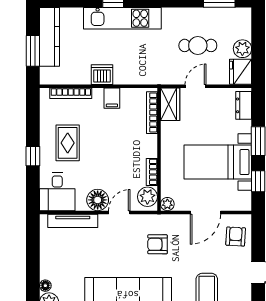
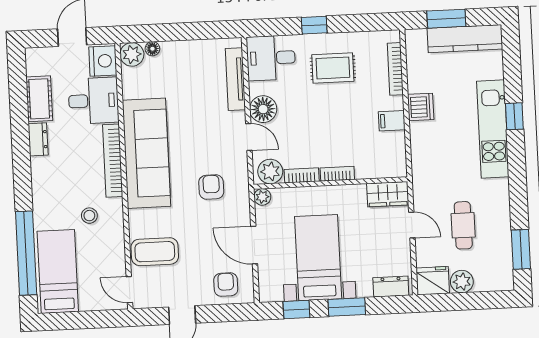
bookcase: (152, 113) -> (337, 174), moved, width x0.64
armchair: (236, 236) -> (226, 285), turned -93

